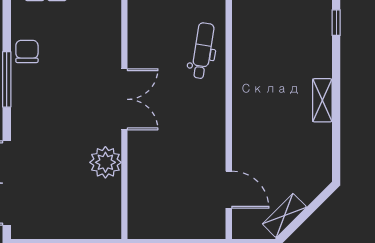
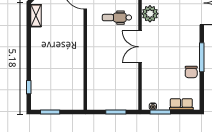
dental chair: (203, 51) -> (117, 18), moved, turned 81
shelving: (322, 100) -> (36, 16), moved

